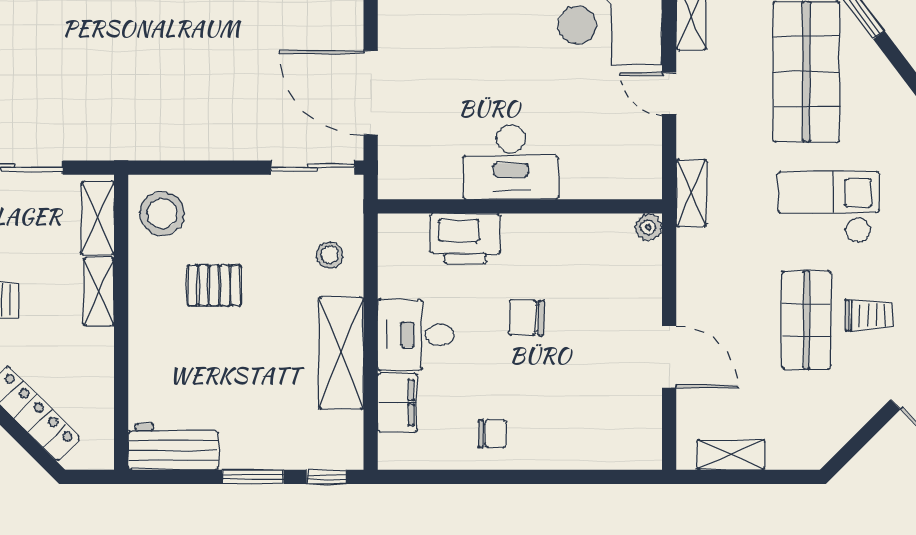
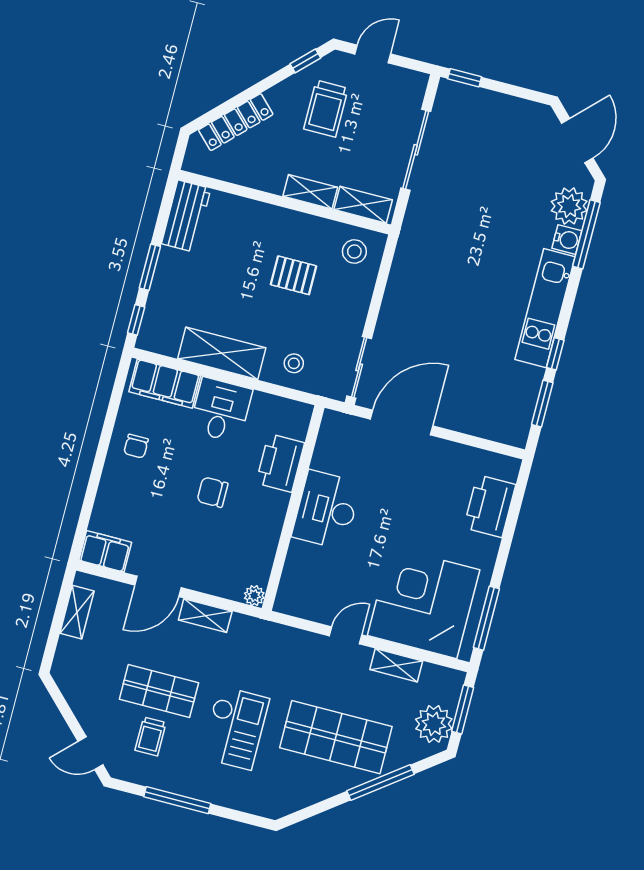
shelving: (691, 193) -> (205, 616), moved
stool: (162, 214) -> (354, 251), width x0.73, depth x0.73
pallet: (214, 285) -> (293, 275), turned 90
chair: (527, 317) -> (213, 492), turned -92
filing cabinet: (397, 403) -> (165, 384), width x1.50, depth x1.17
filing cabinet: (641, 438) -> (105, 551), added

